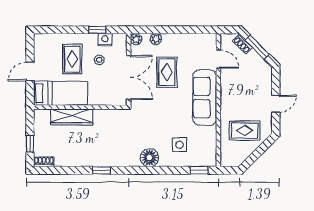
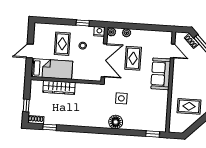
nightstand: (105, 40) -> (99, 32), moved
sofa: (205, 98) -> (161, 74), width x0.73
side table: (180, 145) -> (121, 98), moved
window: (101, 170) -> (50, 127), moved

